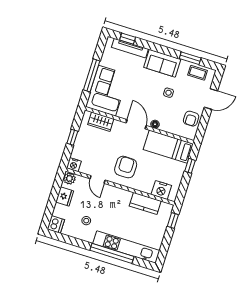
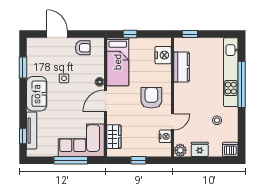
coffee table: (198, 73) -> (35, 56), removed
nightstand: (74, 165) -> (165, 136), moved
armchair: (126, 167) -> (151, 98), turned 90

